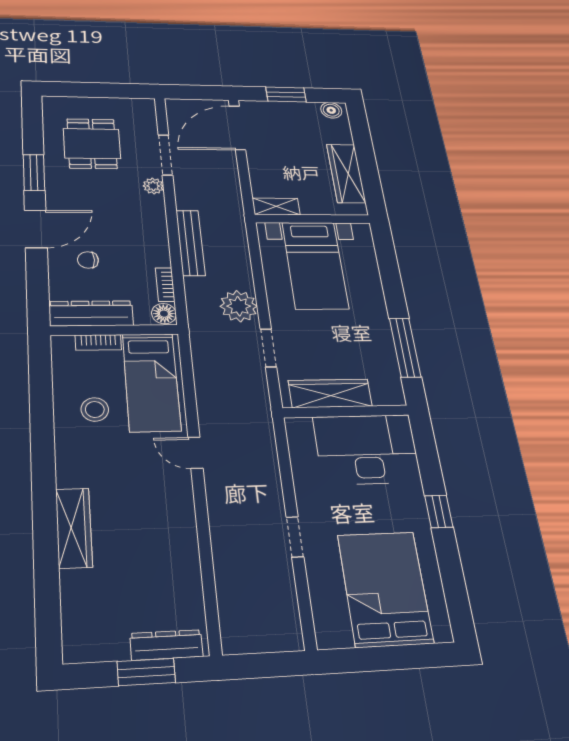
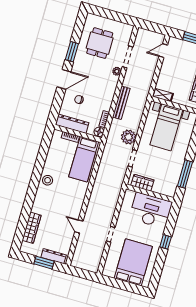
door: (237, 128) -> (163, 51), width x0.53
wardrobe: (330, 393) -> (142, 183), width x0.67
stool: (95, 409) -> (48, 180), moved
door: (195, 453) -> (79, 227), moved
wardrobe: (74, 528) -> (32, 228), moved

